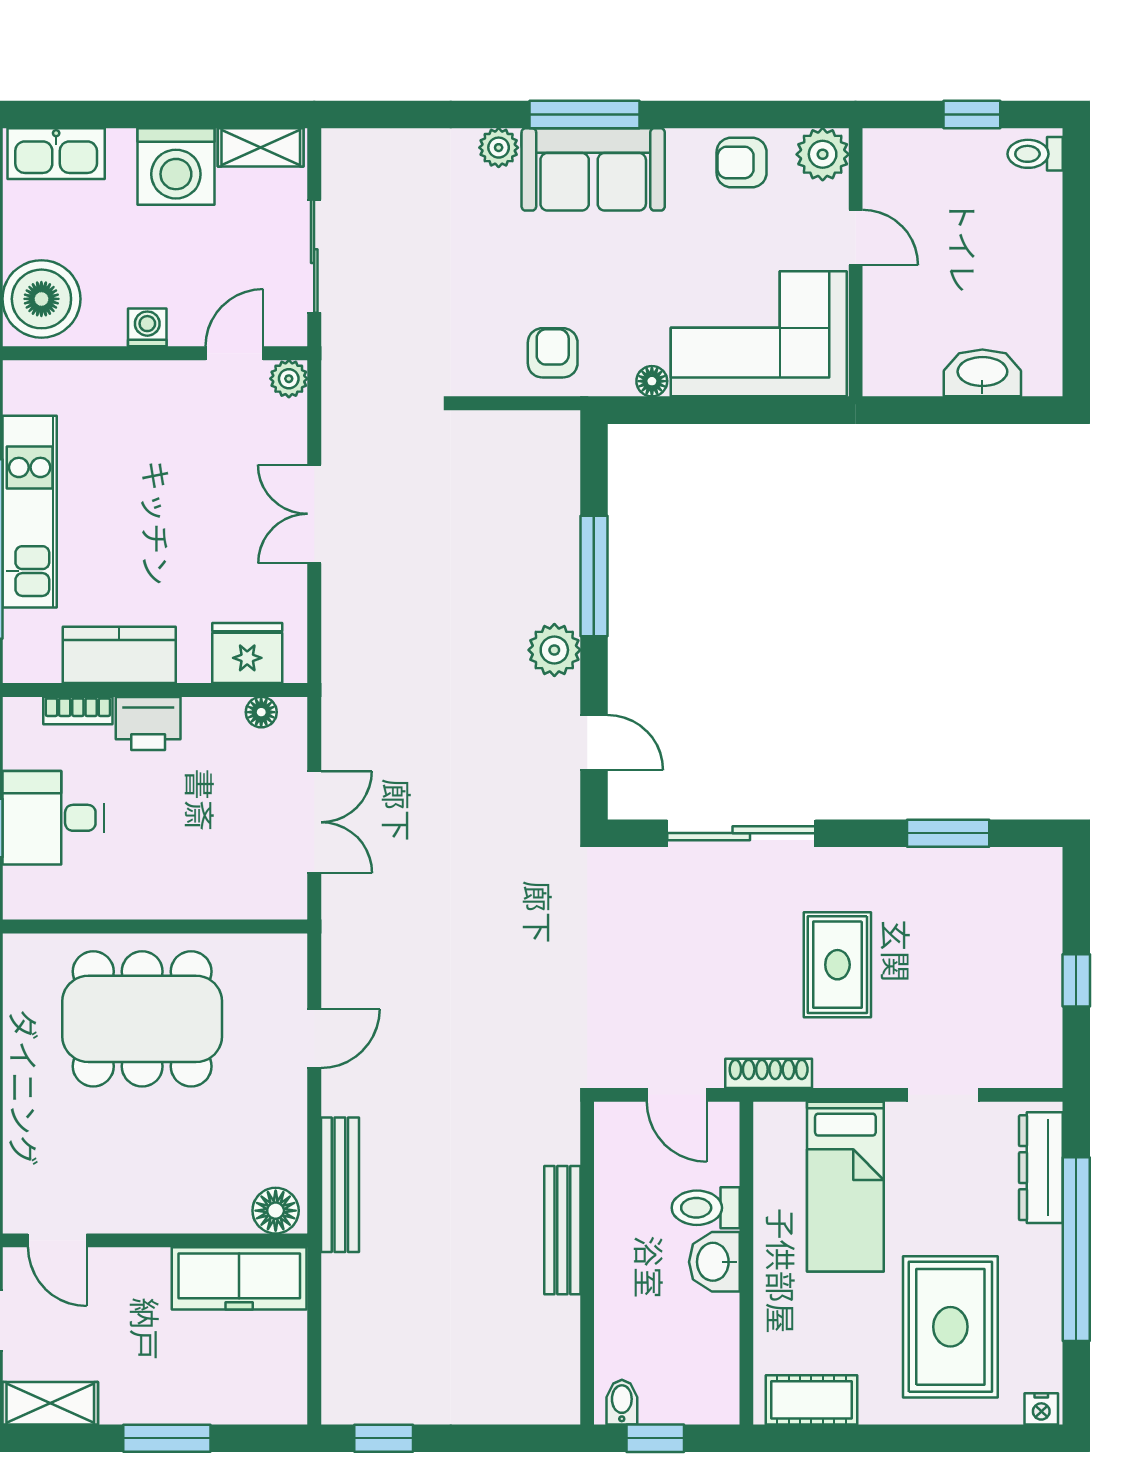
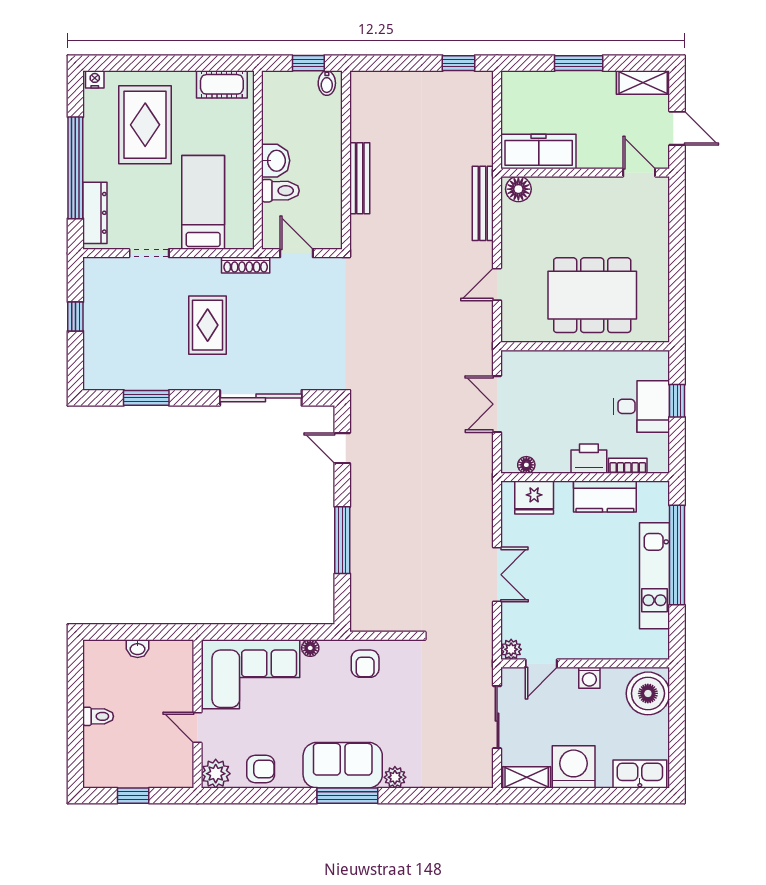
toilet: (1035, 154) -> (98, 716), moved
washbasin: (982, 373) -> (138, 649), width x0.52, depth x0.69
plant: (554, 650) -> (364, 499), removed

